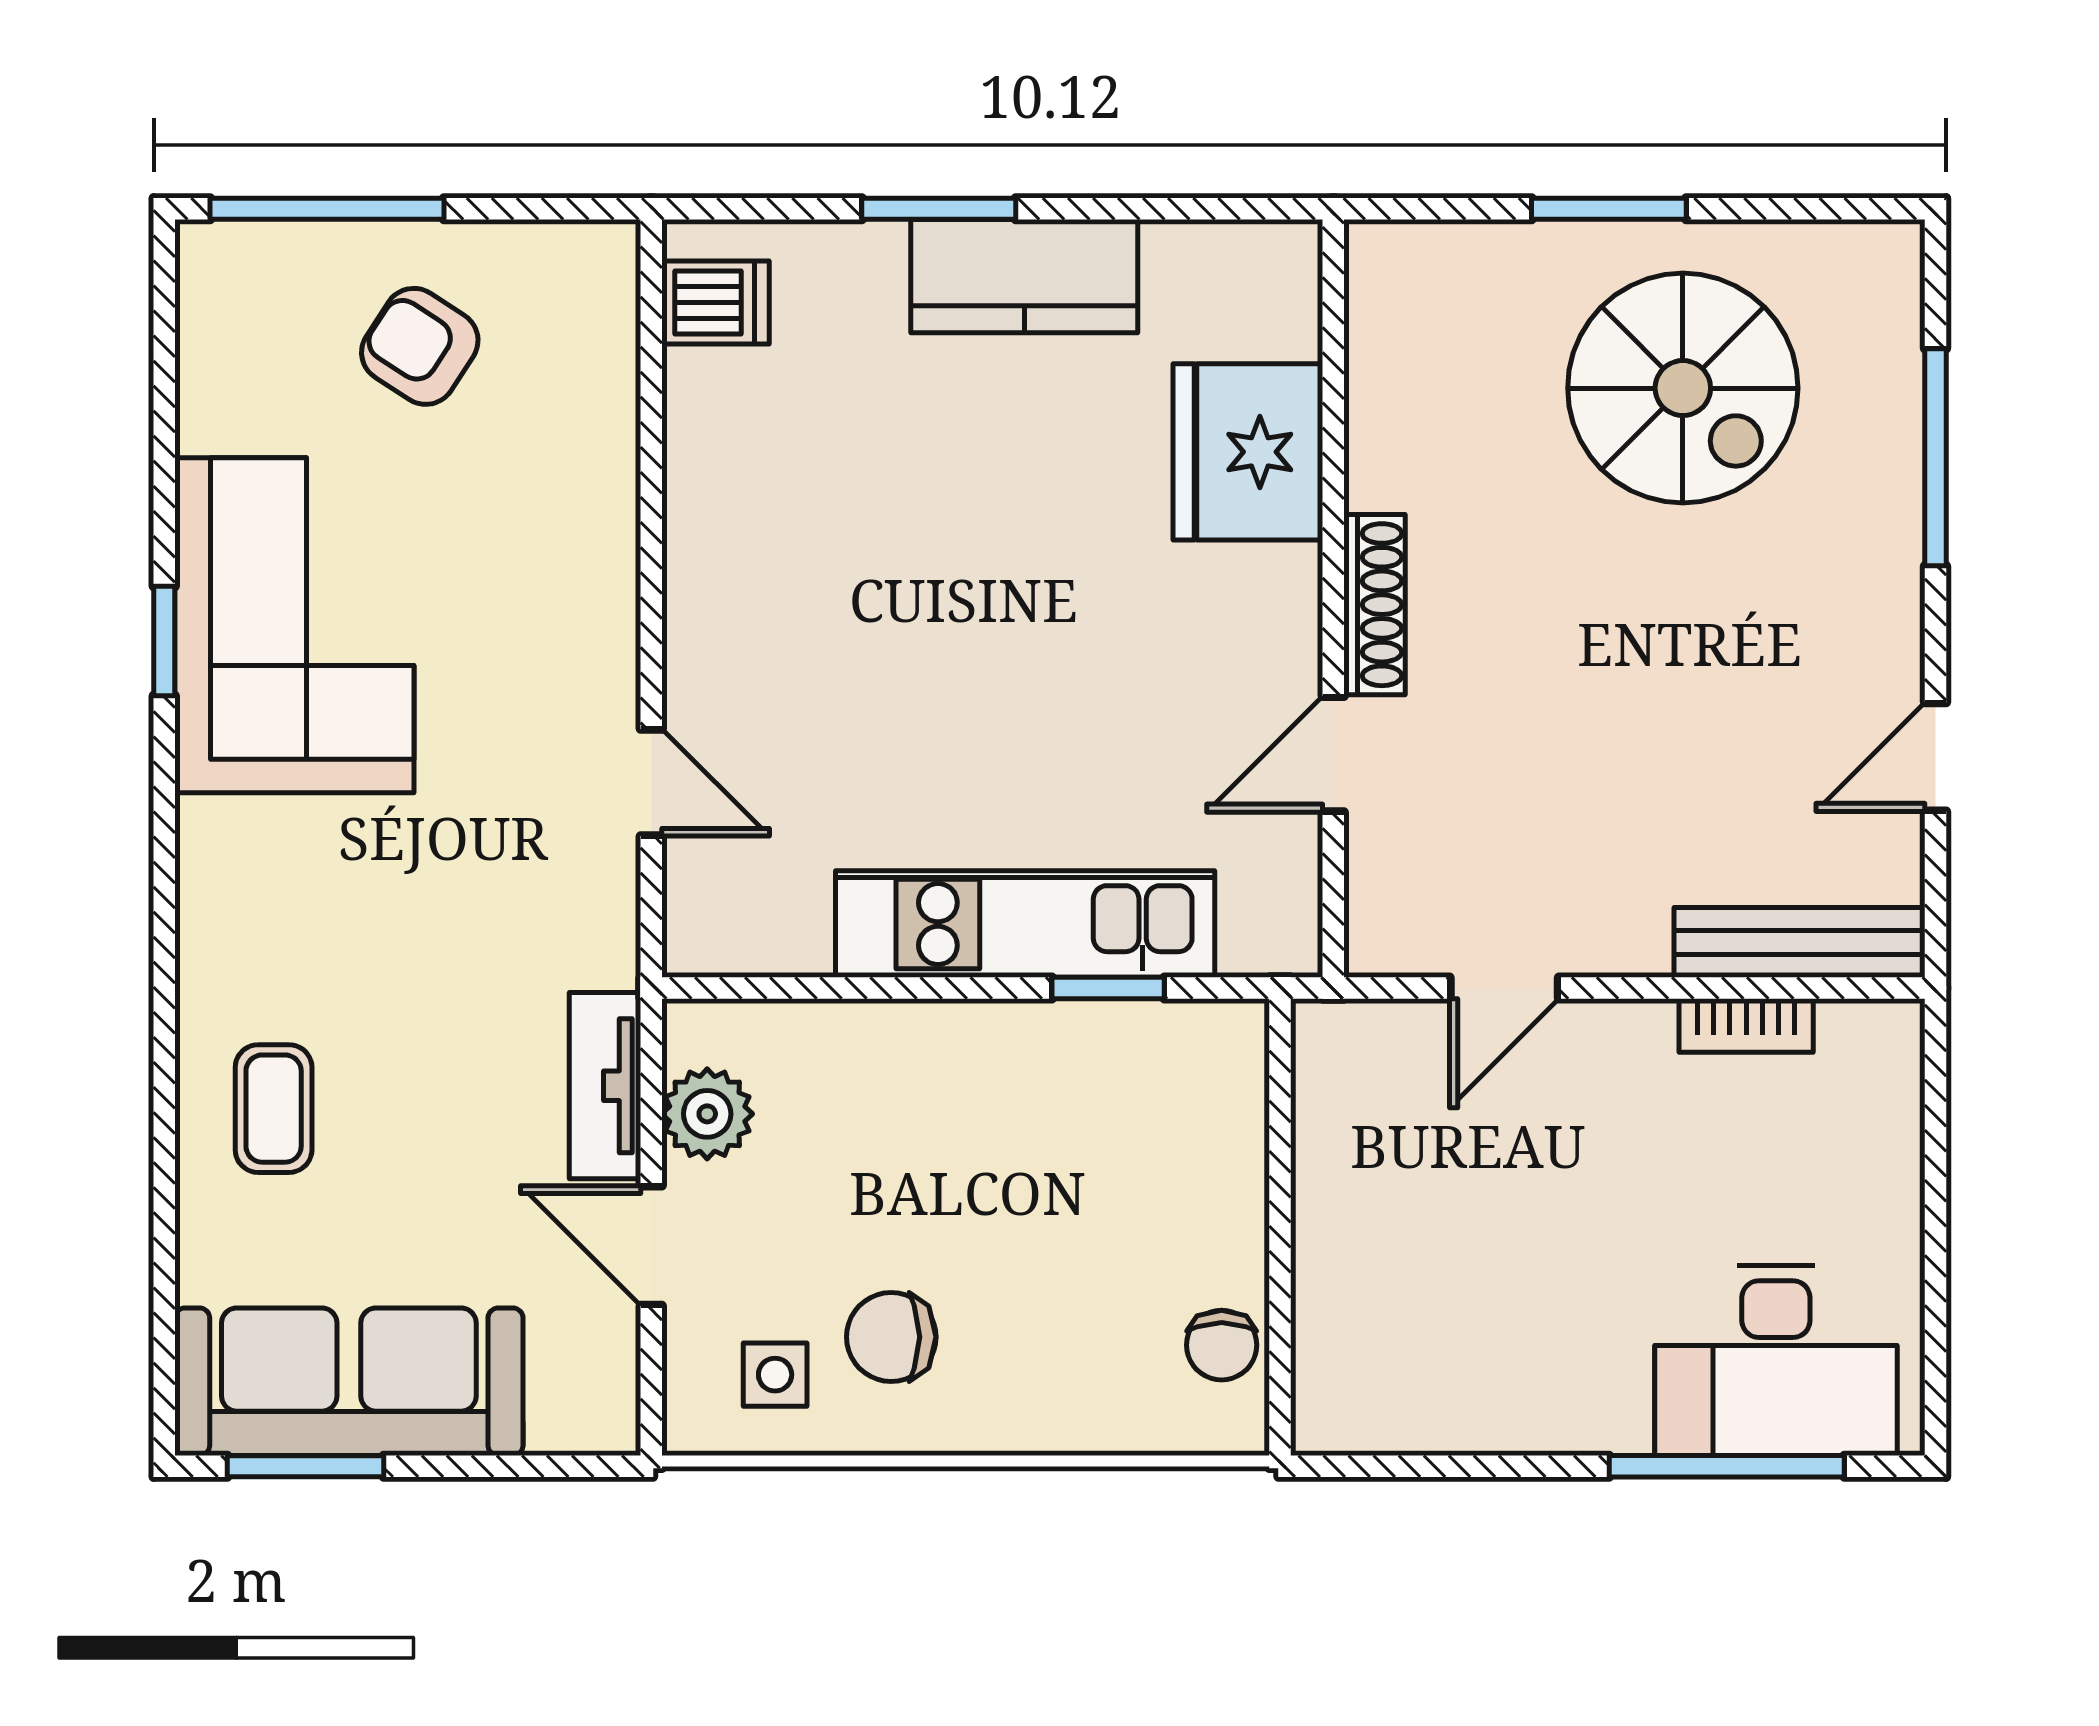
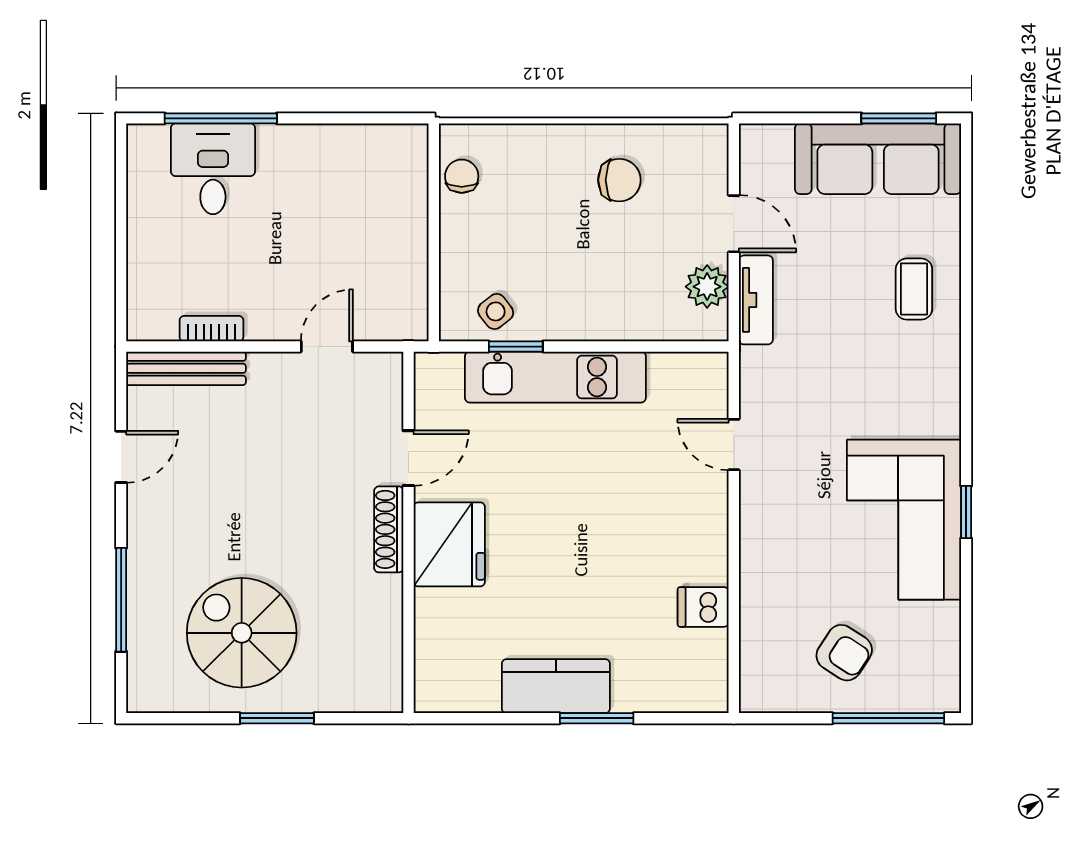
dishwasher: (716, 302) -> (703, 607), moved
fridge: (1248, 452) -> (449, 544), moved
desk: (1776, 1361) -> (213, 169), width x0.73
side table: (775, 1375) -> (496, 311), moved, turned -38

